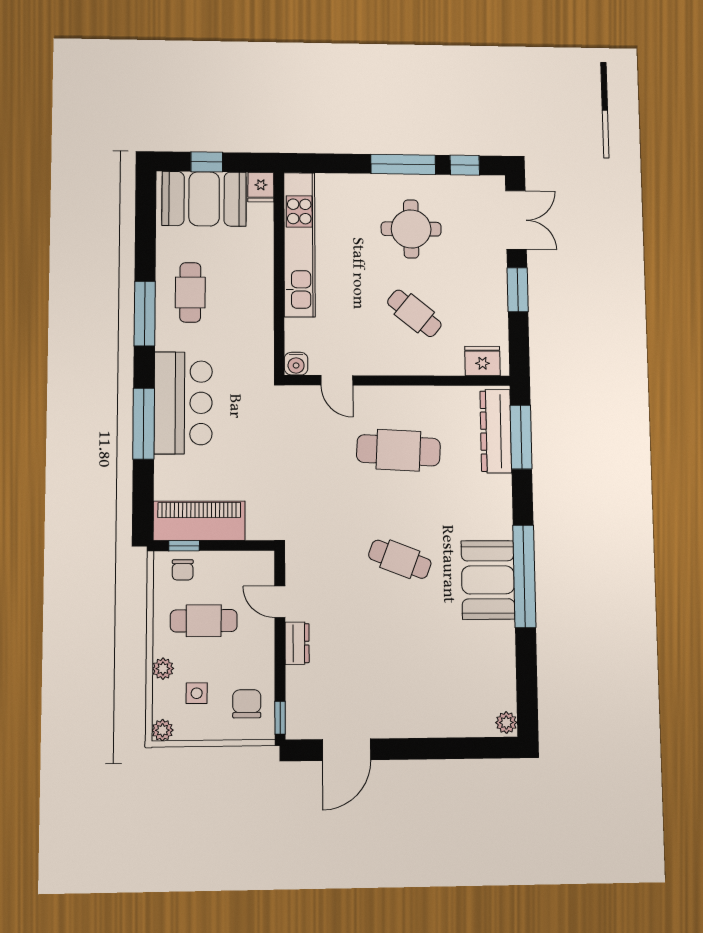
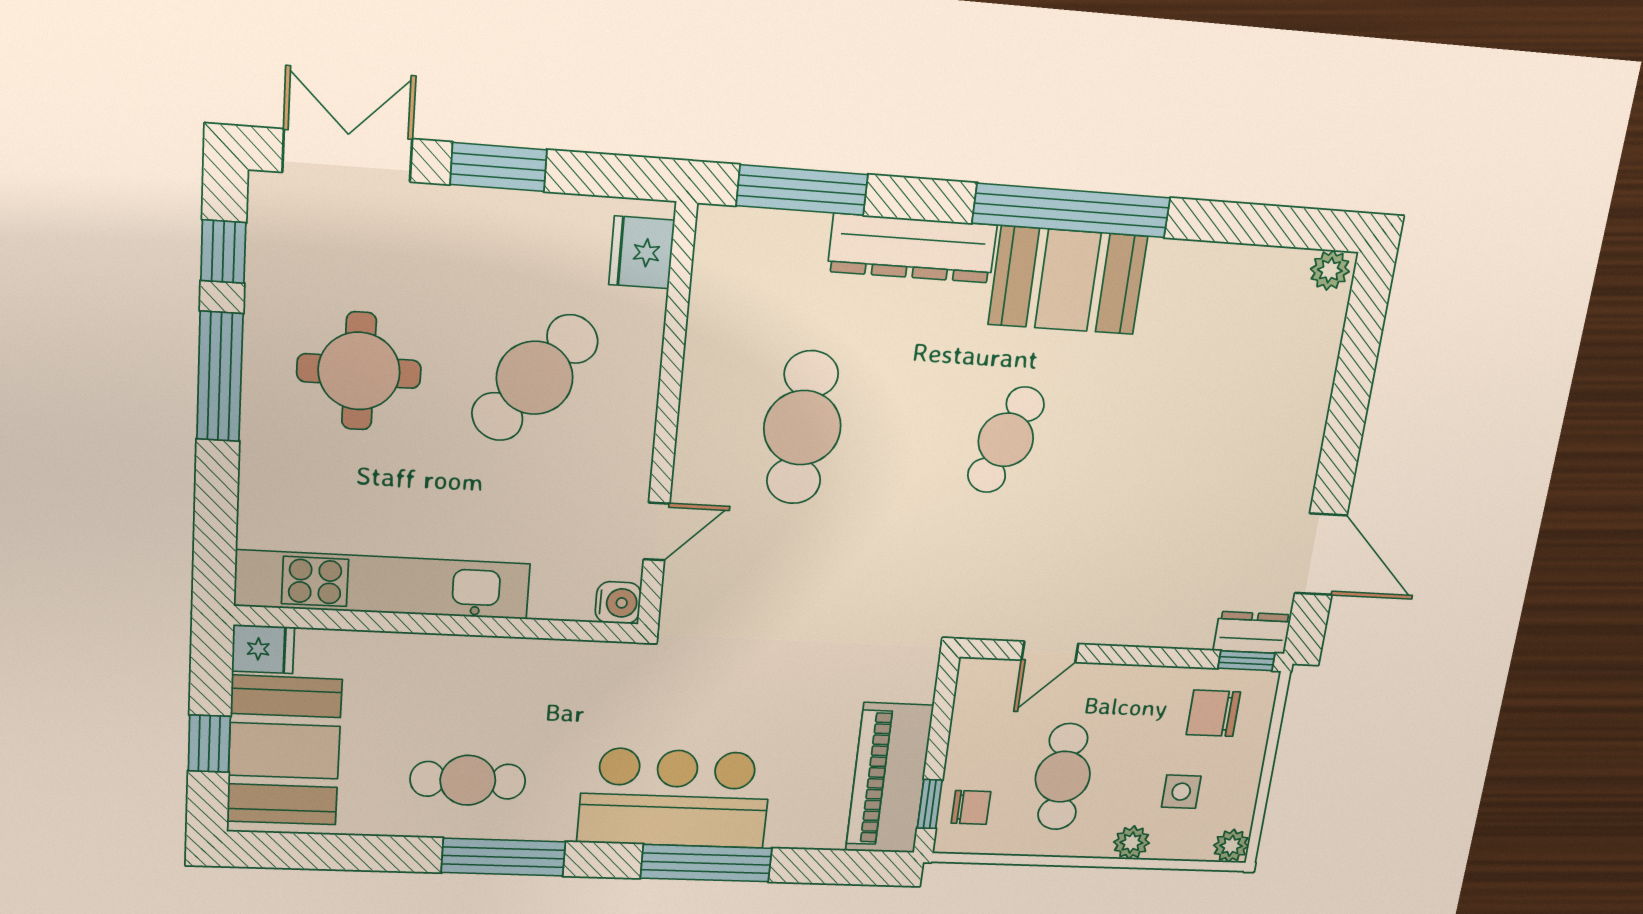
cafe table: (414, 313) -> (535, 378), width x1.37, depth x1.35
dresser: (496, 431) -> (912, 248), moved
dresser: (297, 643) -> (1252, 633), moved

